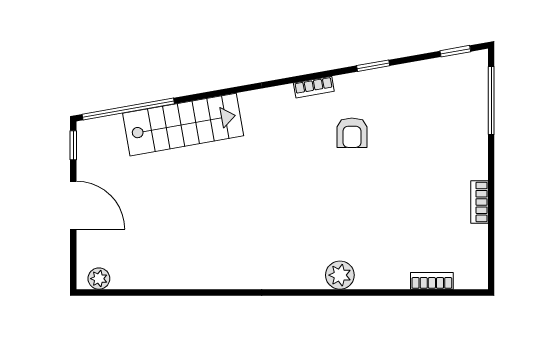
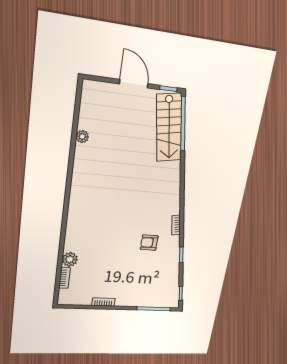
stairs: (183, 125) -> (169, 128), moved
door: (73, 205) -> (134, 84), swing flipped
plant: (340, 275) -> (70, 259), moved
plant: (99, 279) -> (82, 137), moved

